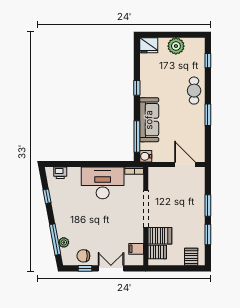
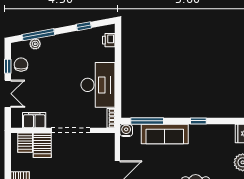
filing cabinet: (136, 249) -> (34, 120), width x2.00

